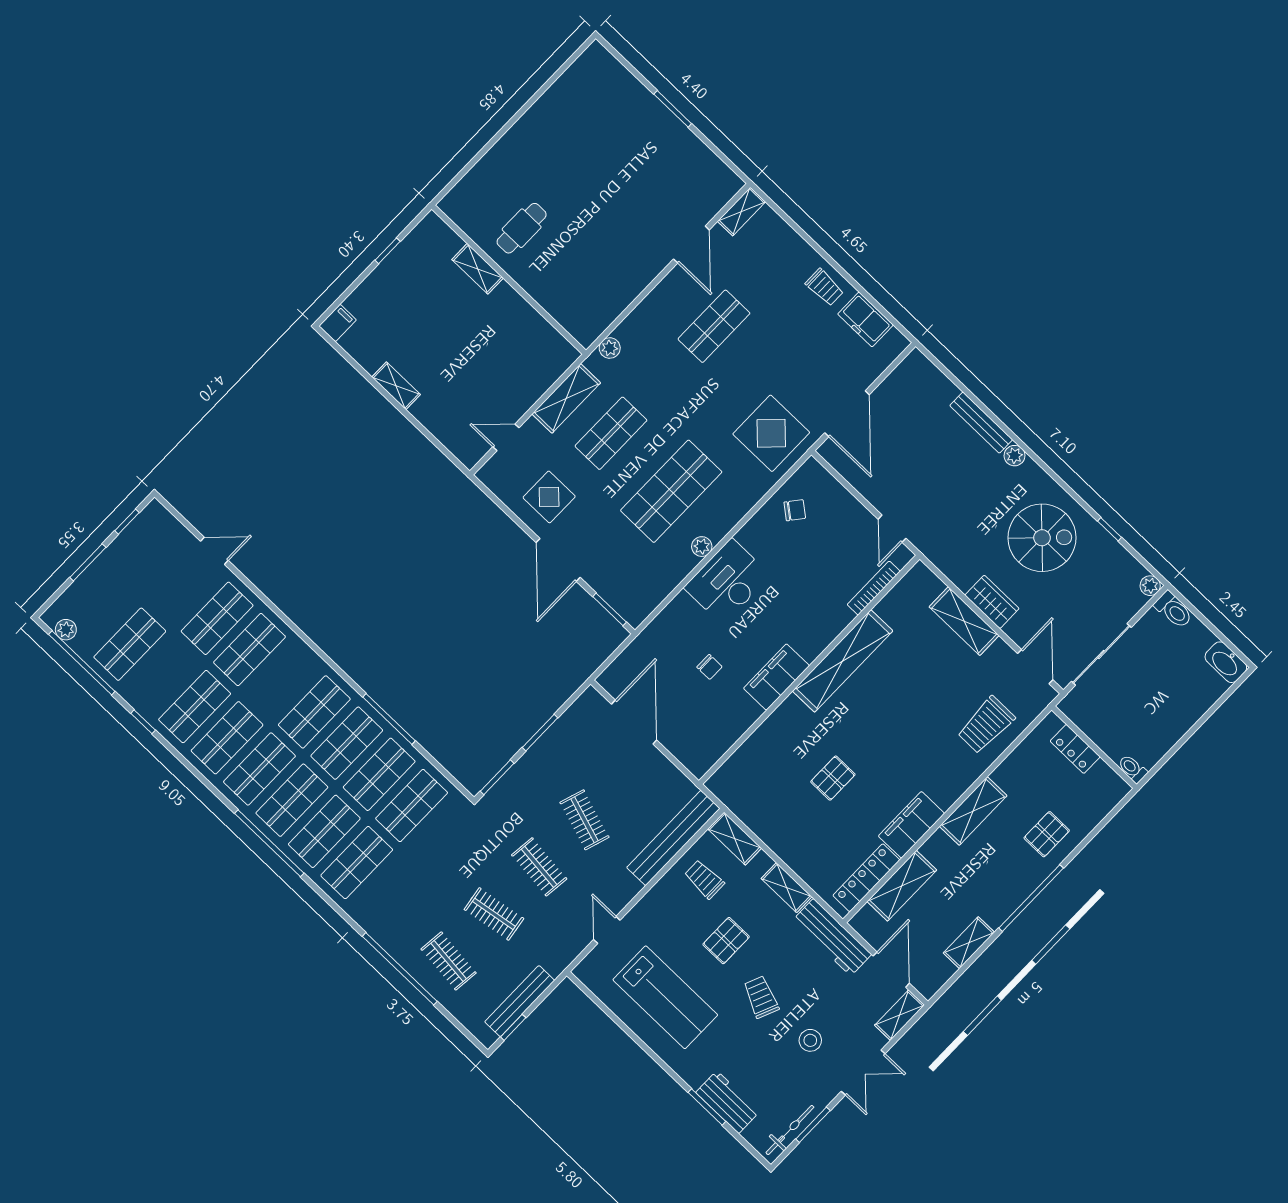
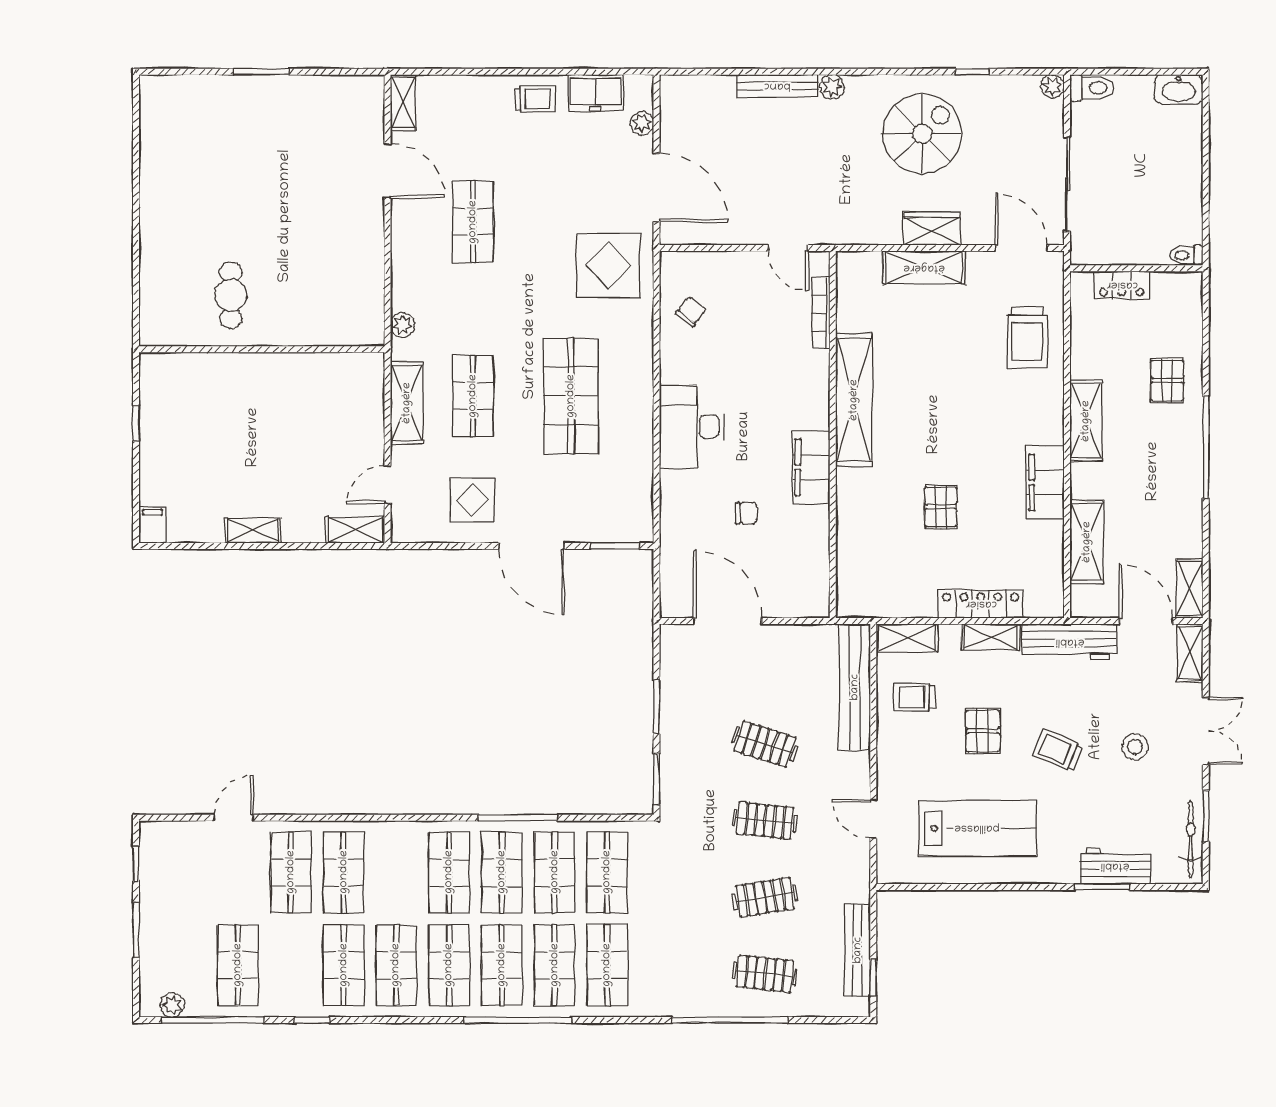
shelving: (478, 269) -> (355, 530), moved
plant: (702, 547) -> (642, 123), moved
locker: (866, 878) -> (981, 604), moved, turned 90
shelving: (969, 943) -> (1190, 589), moved

